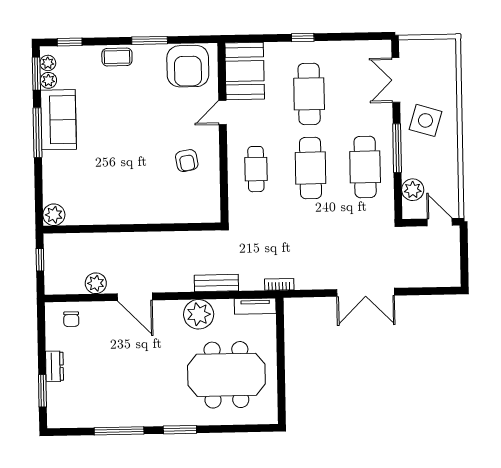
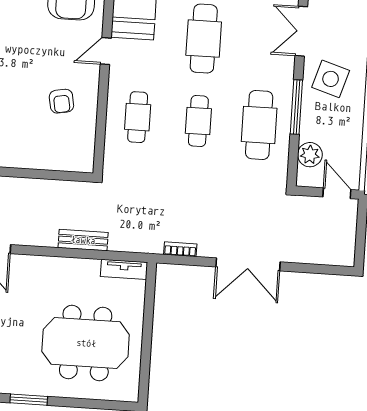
cafe table: (311, 168) -> (198, 121), width x0.73, depth x0.74
bookcase: (279, 284) -> (180, 249), moved
plant: (199, 314) -> (60, 273), removed

